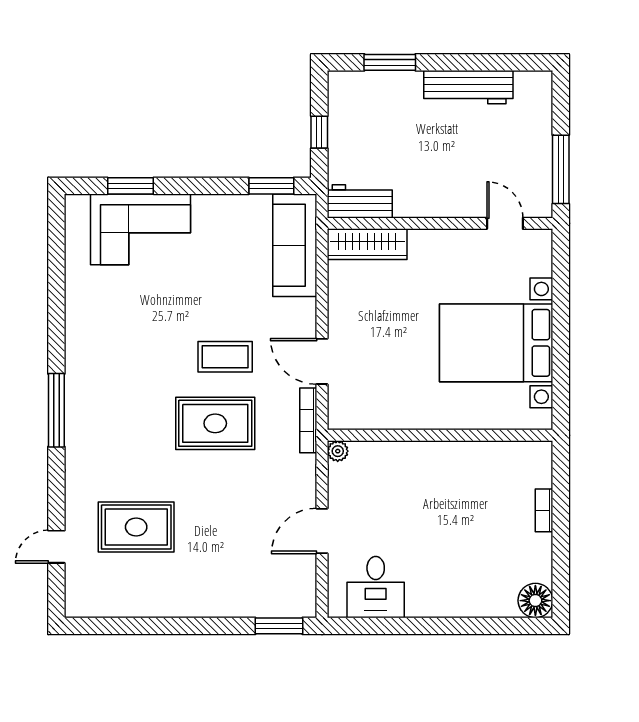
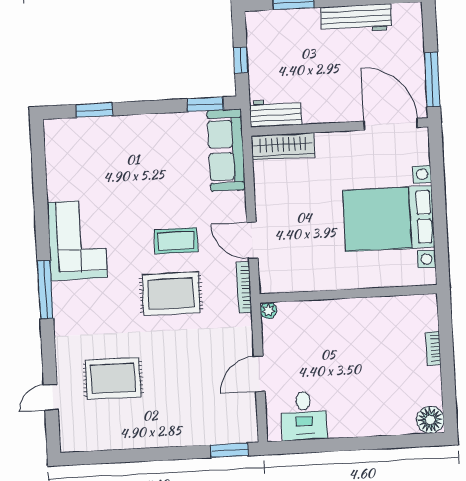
door: (505, 223) -> (391, 124), width x1.87
corner sofa: (141, 229) -> (77, 240), moved, turned -90

